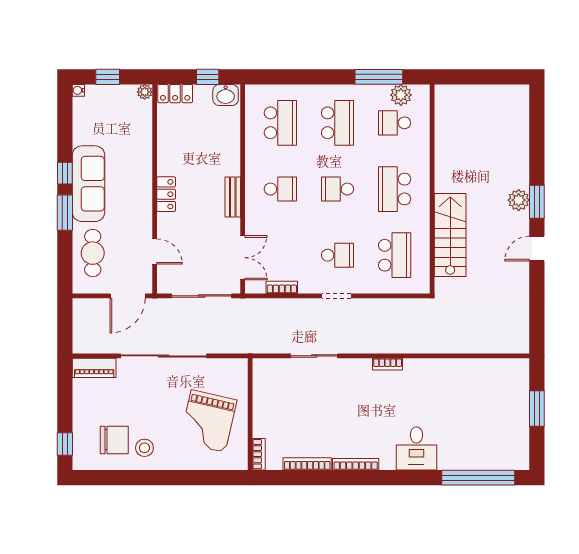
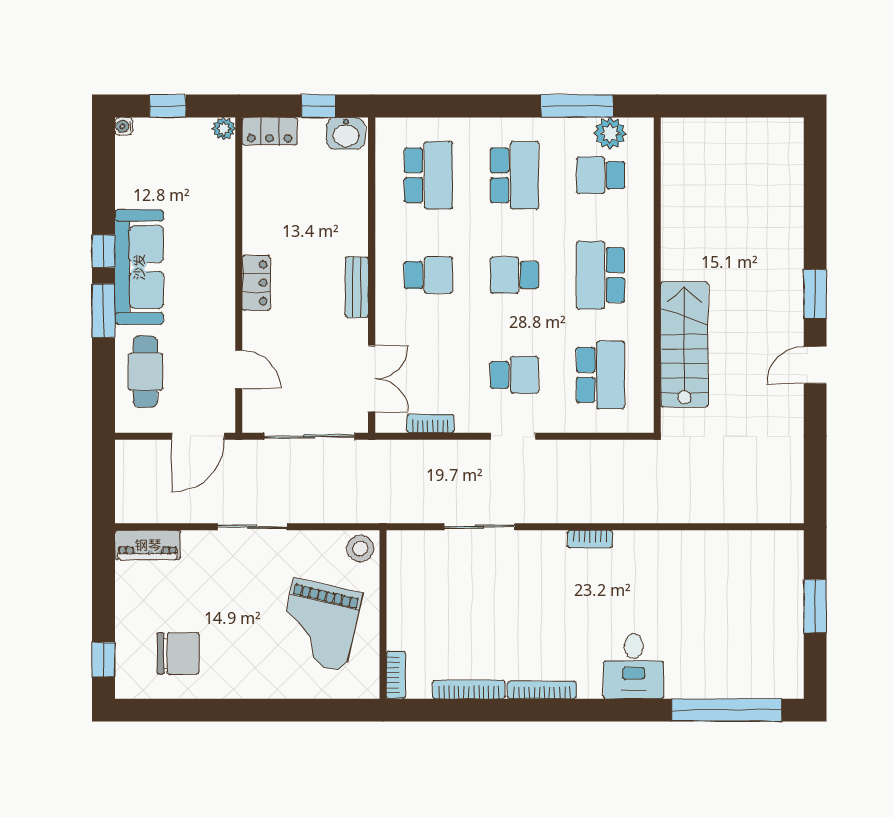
plant: (519, 200) -> (788, 292), removed
sliding door: (164, 356) -> (252, 527), width x0.54
stool: (144, 448) -> (360, 548), moved

